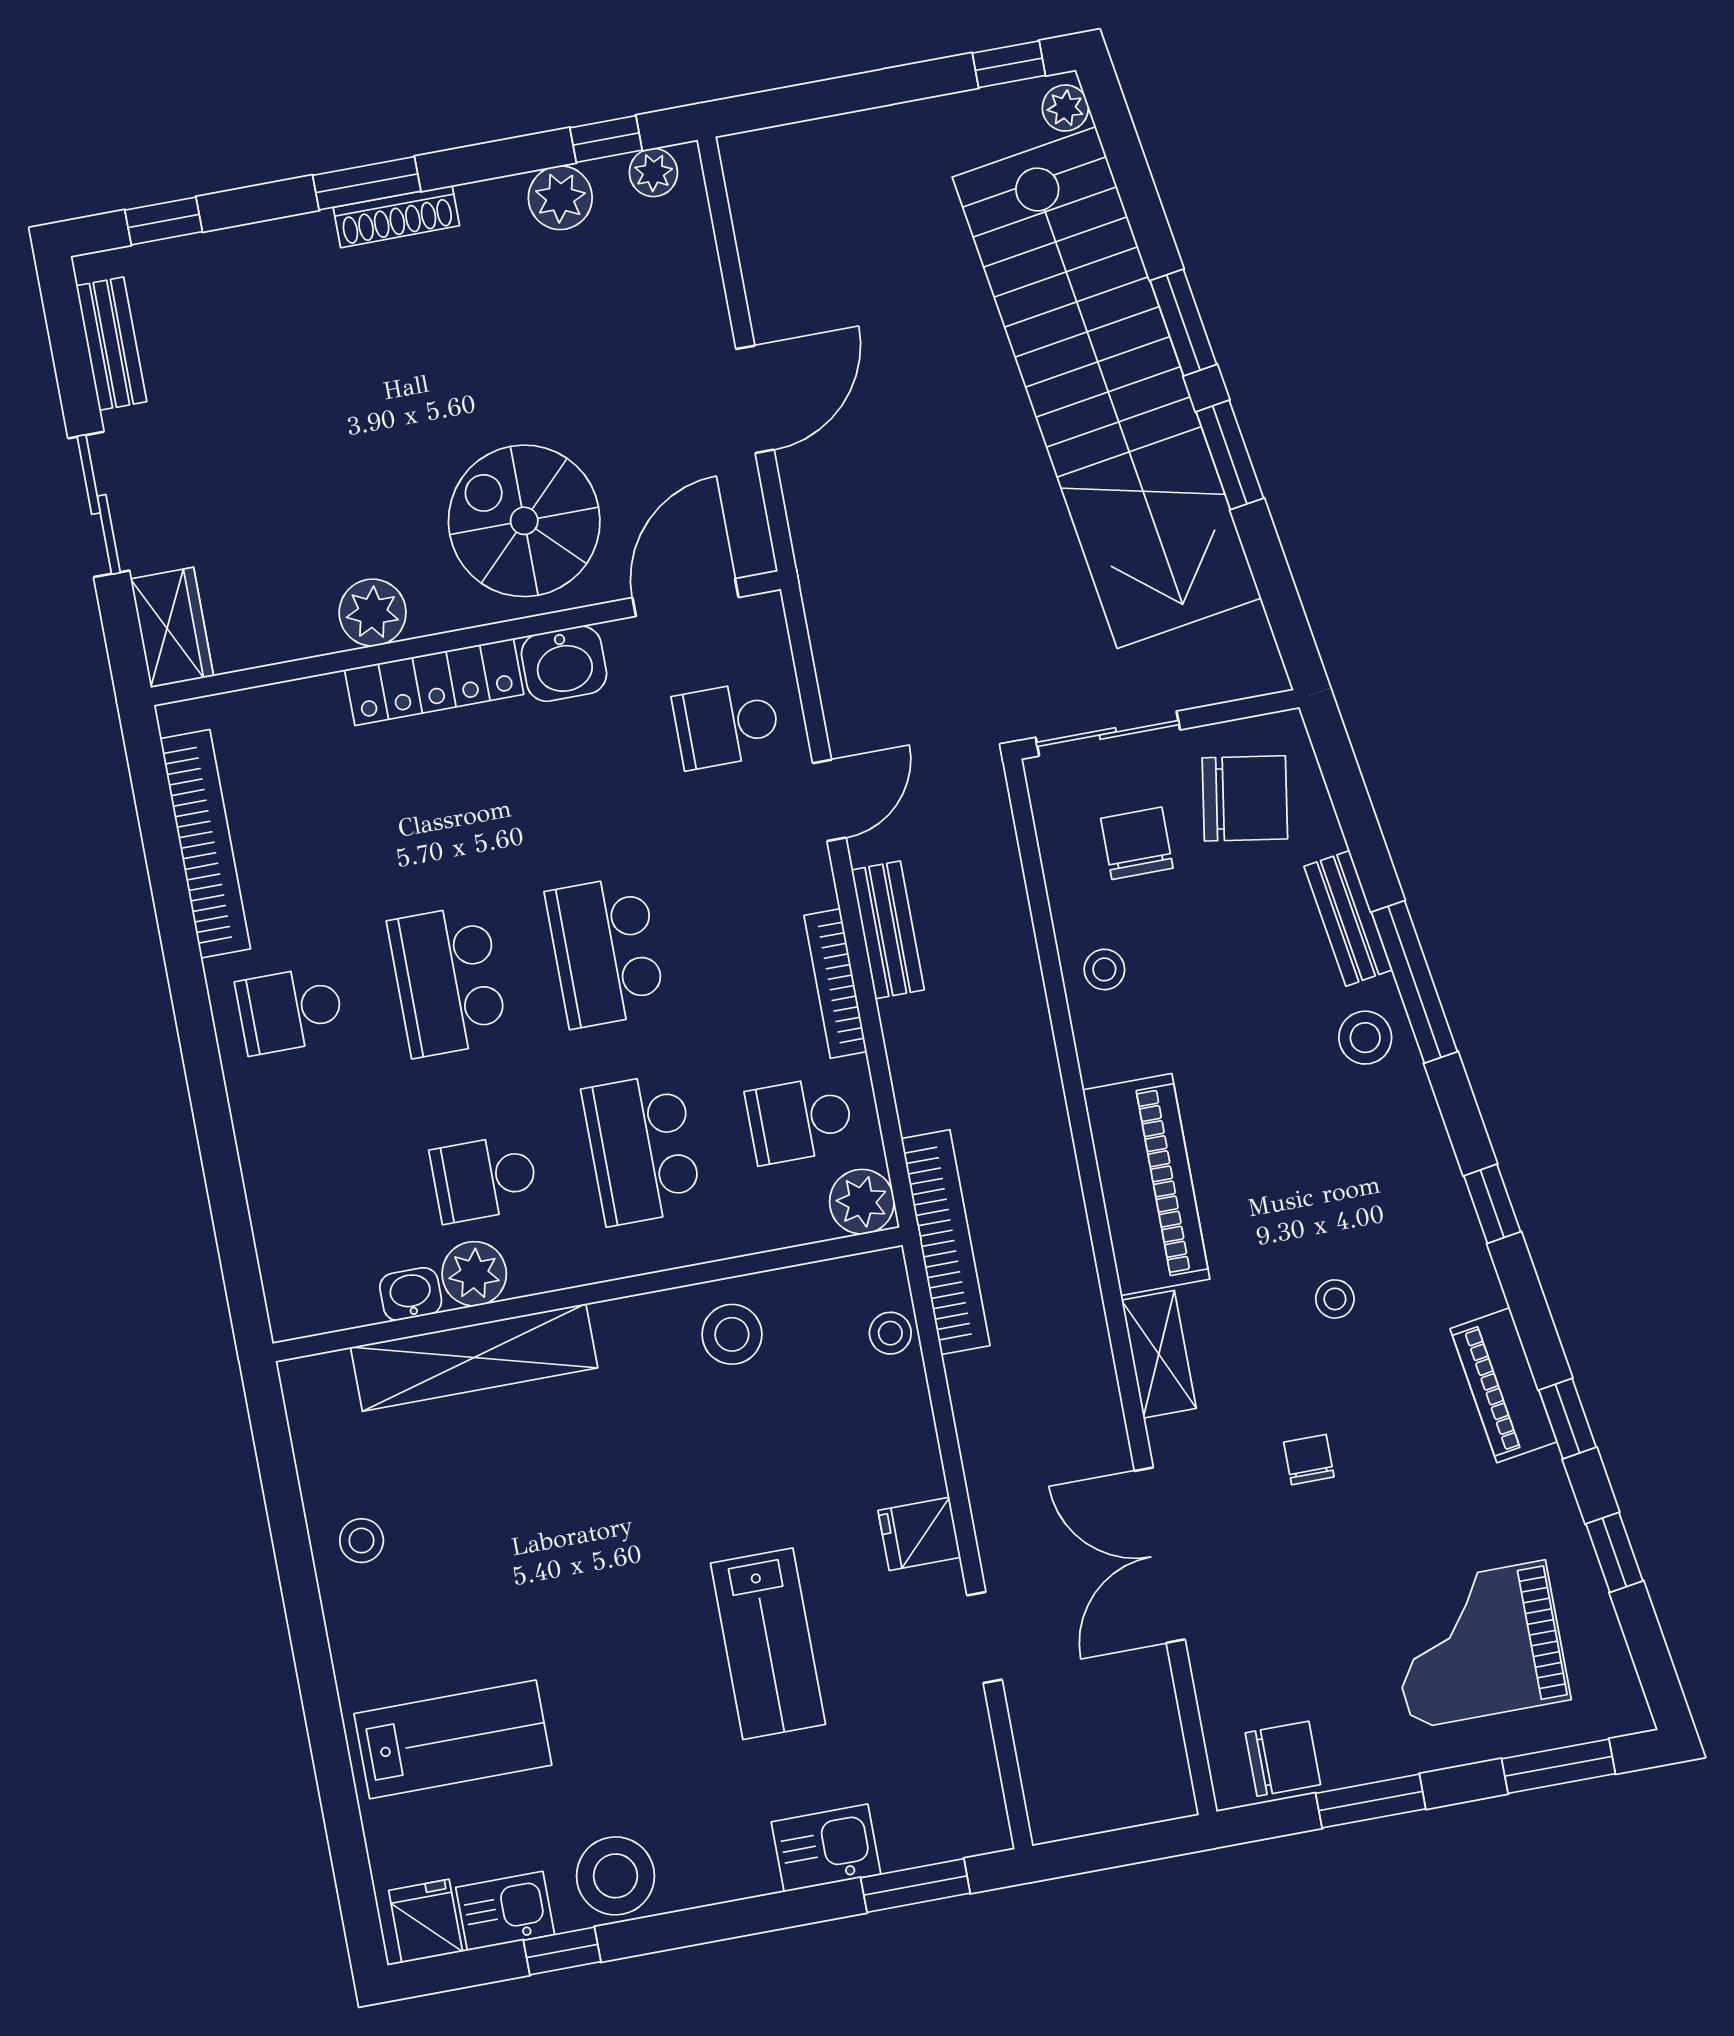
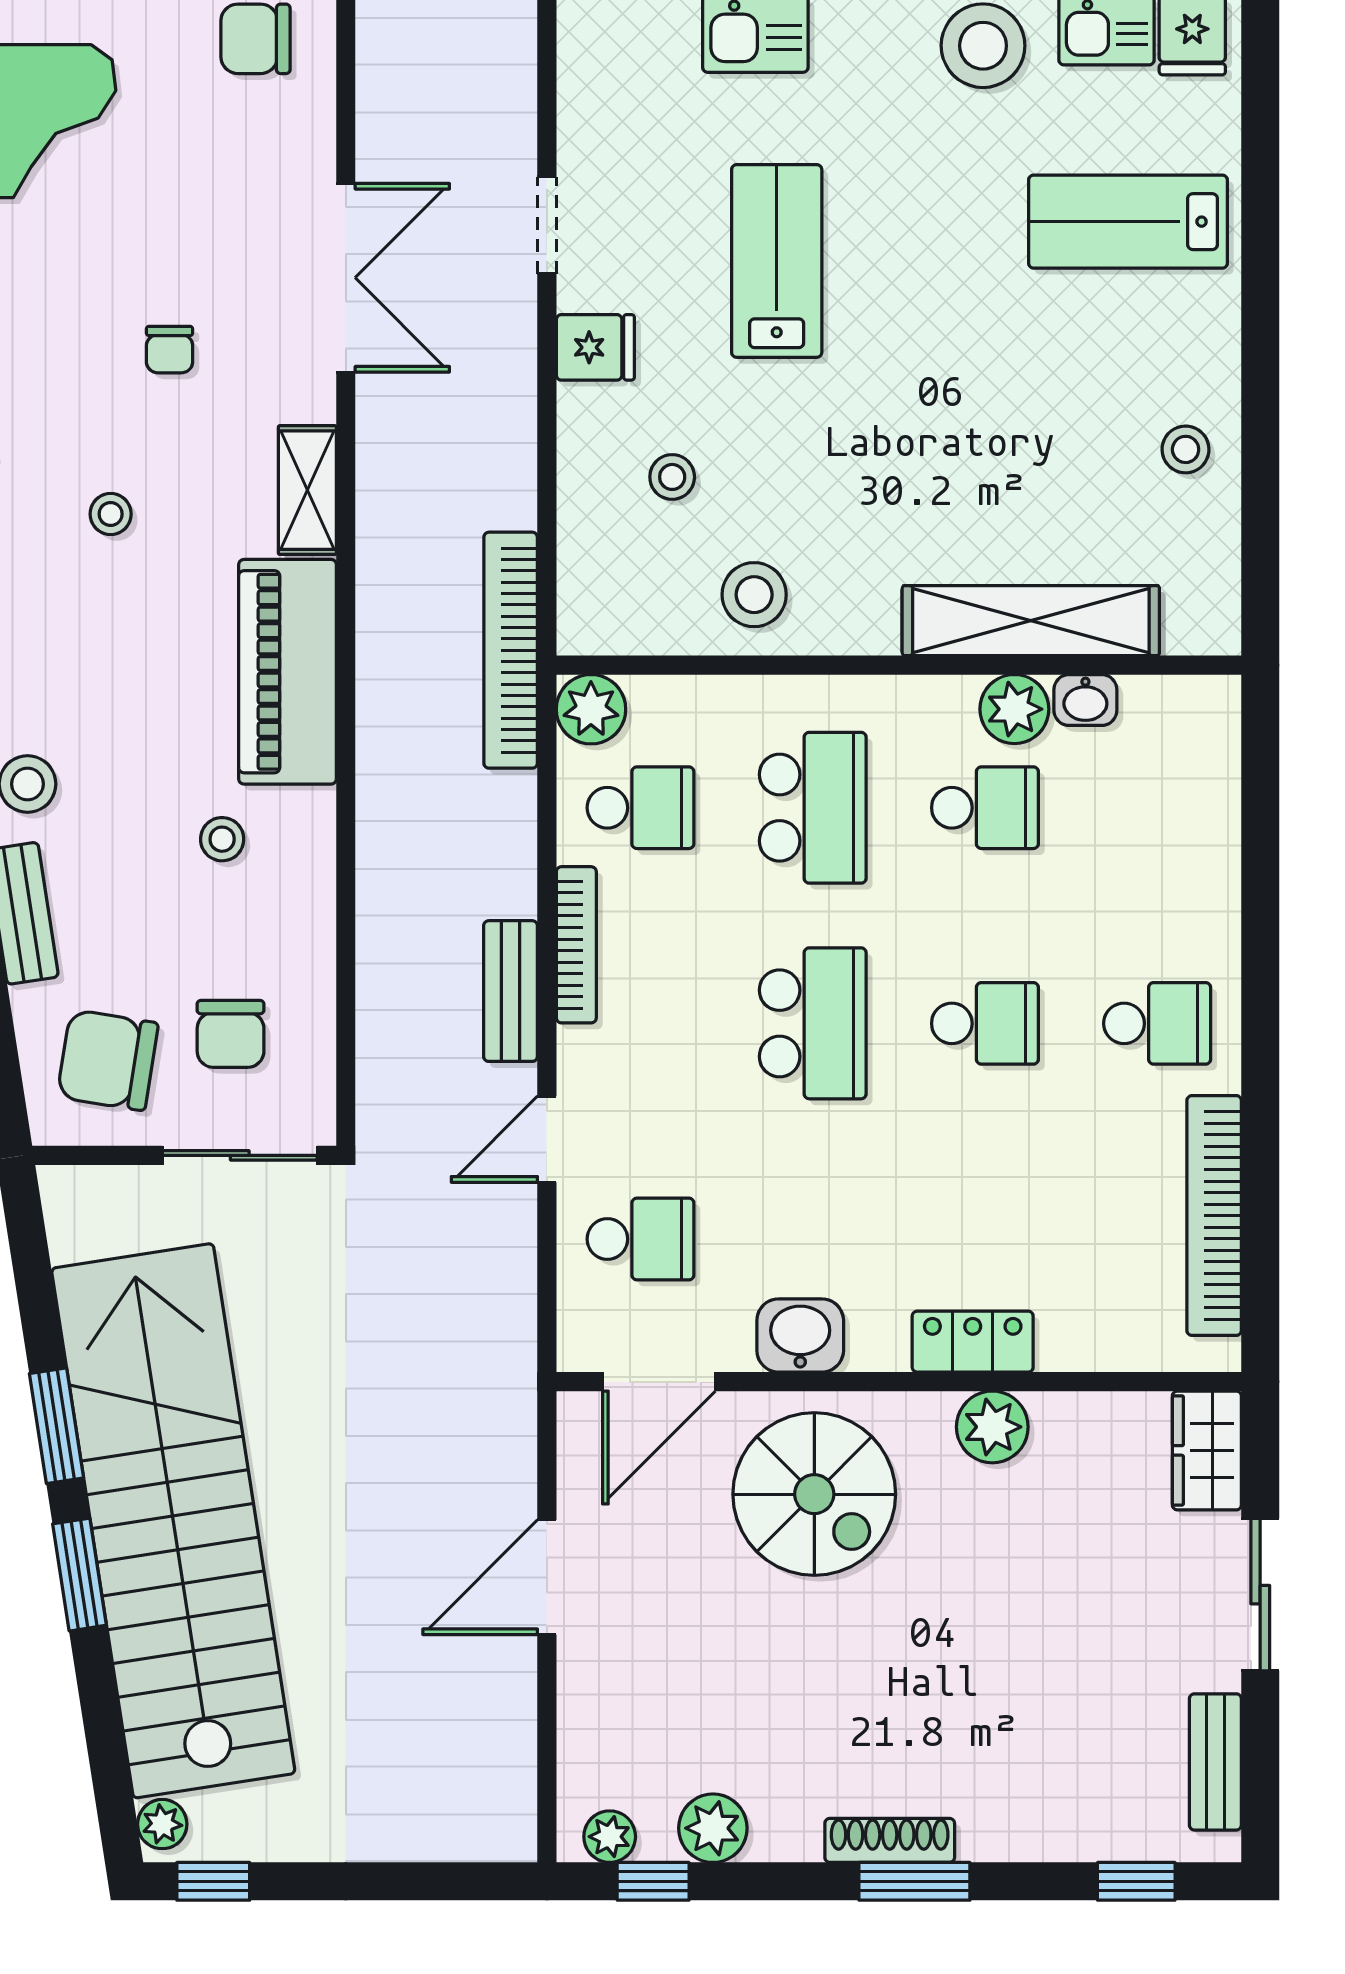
locker: (434, 682) -> (973, 1342), width x0.66
stool: (1104, 969) -> (222, 839), moved
school desk: (448, 981) -> (985, 1023), width x0.54
stool: (890, 1333) -> (672, 477), moved

